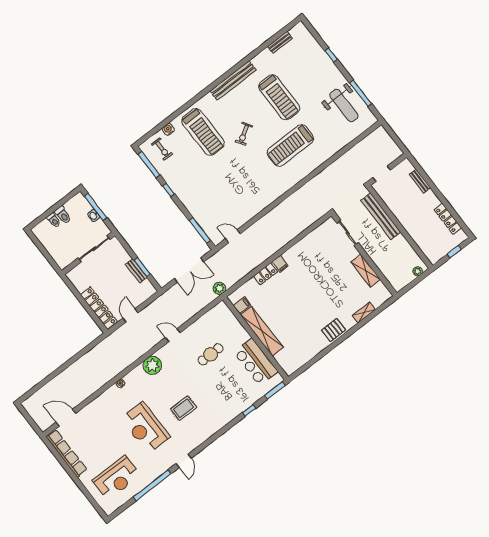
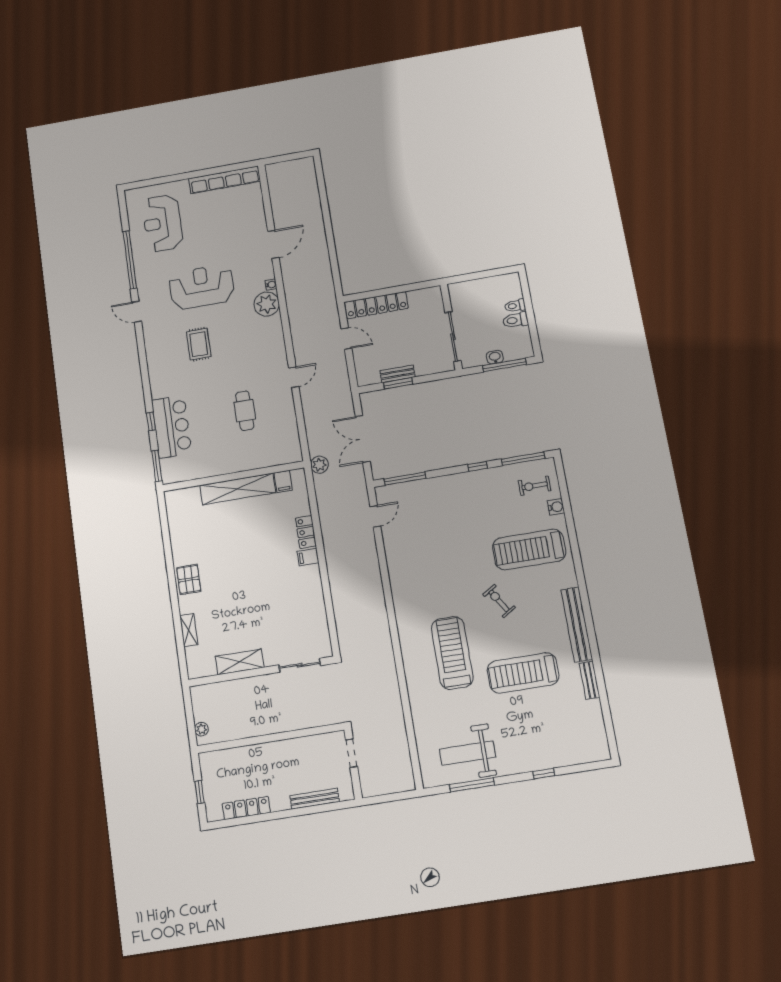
bench: (280, 42) -> (590, 680), moved
bench: (420, 181) -> (315, 799), width x1.36
bench: (381, 216) -> (297, 721), removed
bar counter: (256, 362) -> (172, 427), moved, turned 90
plant: (152, 365) -> (267, 304), moved
door: (66, 418) -> (273, 244), moved

